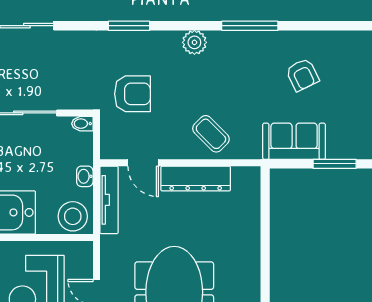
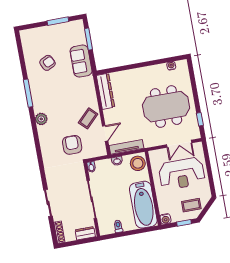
window: (129, 26) -> (39, 153), removed
coffee table: (211, 134) -> (88, 118), moved
dresser: (196, 179) -> (105, 91), moved

